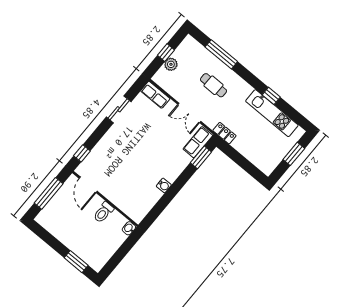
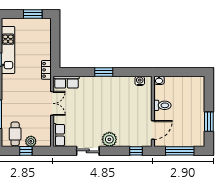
cafe table: (213, 85) -> (15, 134), moved
plant: (113, 138) -> (109, 139), added
window: (294, 154) -> (33, 14), moved
window: (201, 157) -> (104, 72), moved
water cooler: (164, 185) -> (140, 81), moved
window: (76, 262) -> (209, 122), moved

